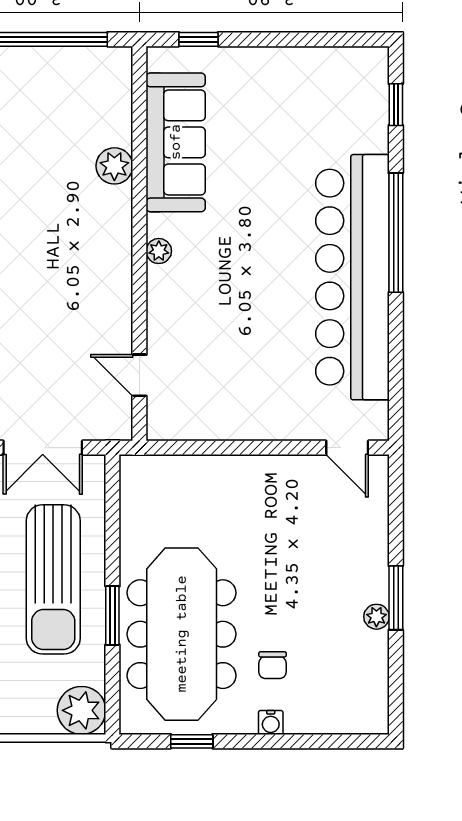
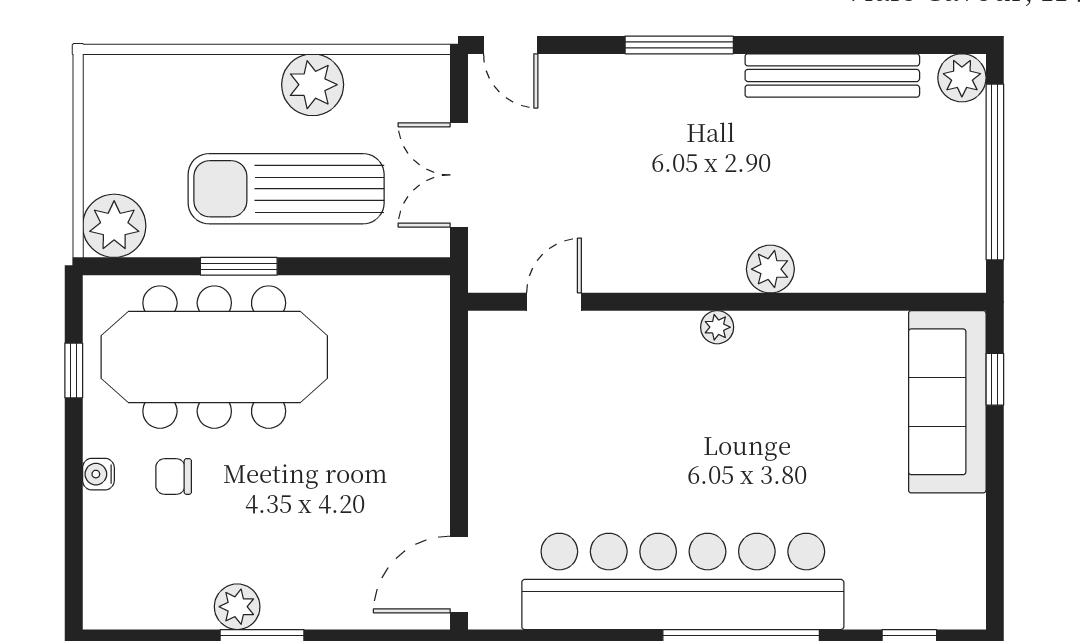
sofa: (176, 142) -> (947, 402), moved, turned 90
plant: (114, 166) -> (770, 269), moved
door: (347, 448) -> (459, 574), width x1.38
plant: (376, 617) -> (237, 607), width x1.38, depth x1.38

